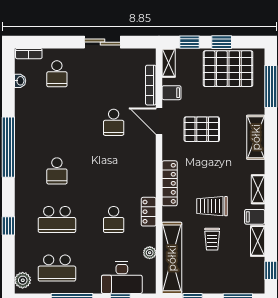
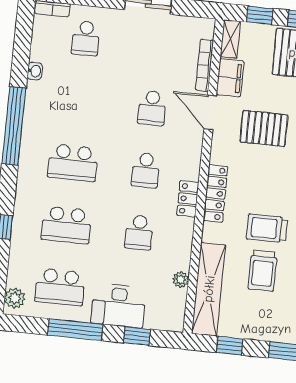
washbasin: (20, 81) -> (35, 71), moved
filing cabinet: (172, 93) -> (230, 78), width x2.00
school desk: (57, 171) -> (73, 163), width x1.85
school desk: (114, 171) -> (146, 170), added
locker: (149, 212) -> (188, 199), moved
trolley: (212, 239) -> (263, 271), width x1.36, depth x1.39
desk: (122, 278) -> (118, 306), moved

